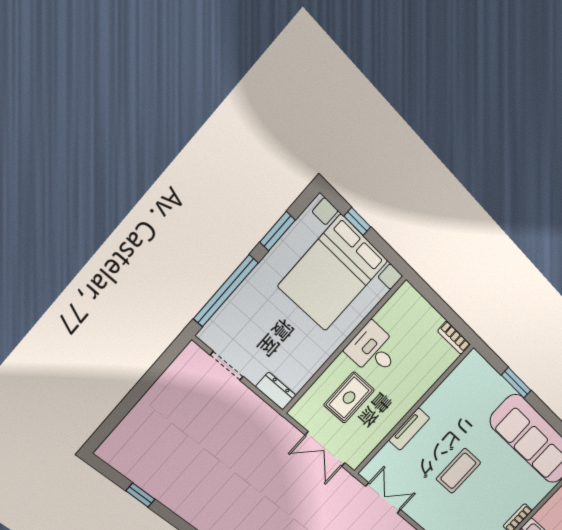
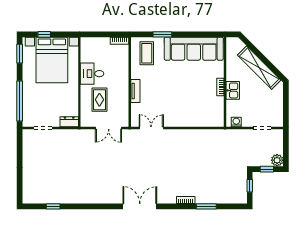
window: (278, 231) -> (20, 54), moved
coffee table: (458, 471) -> (147, 53), moved

